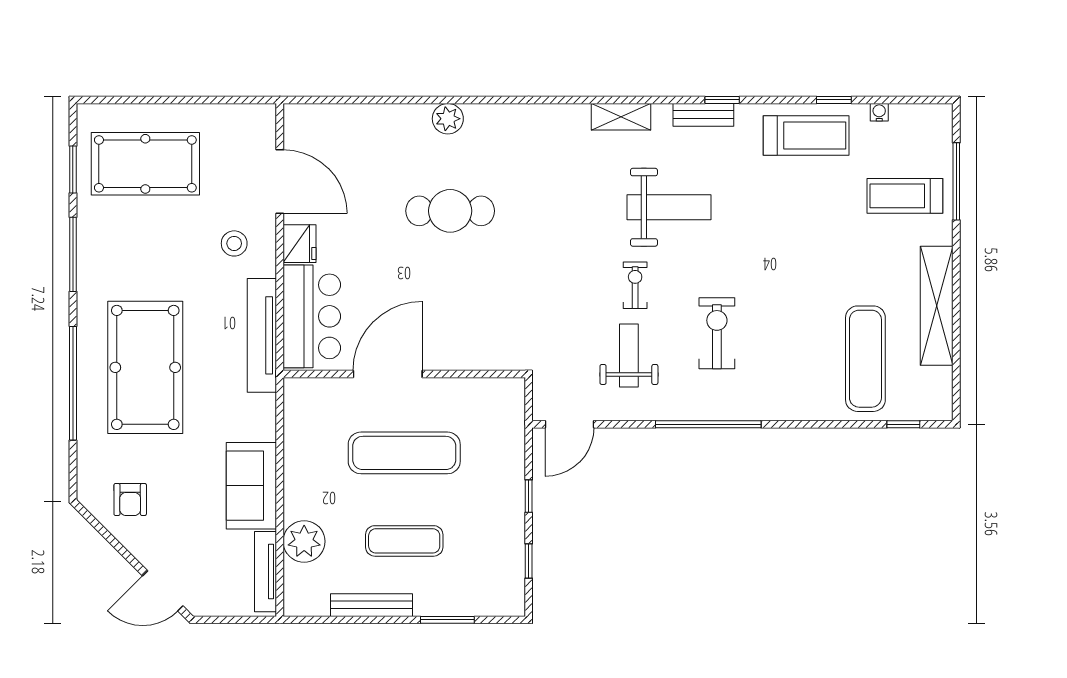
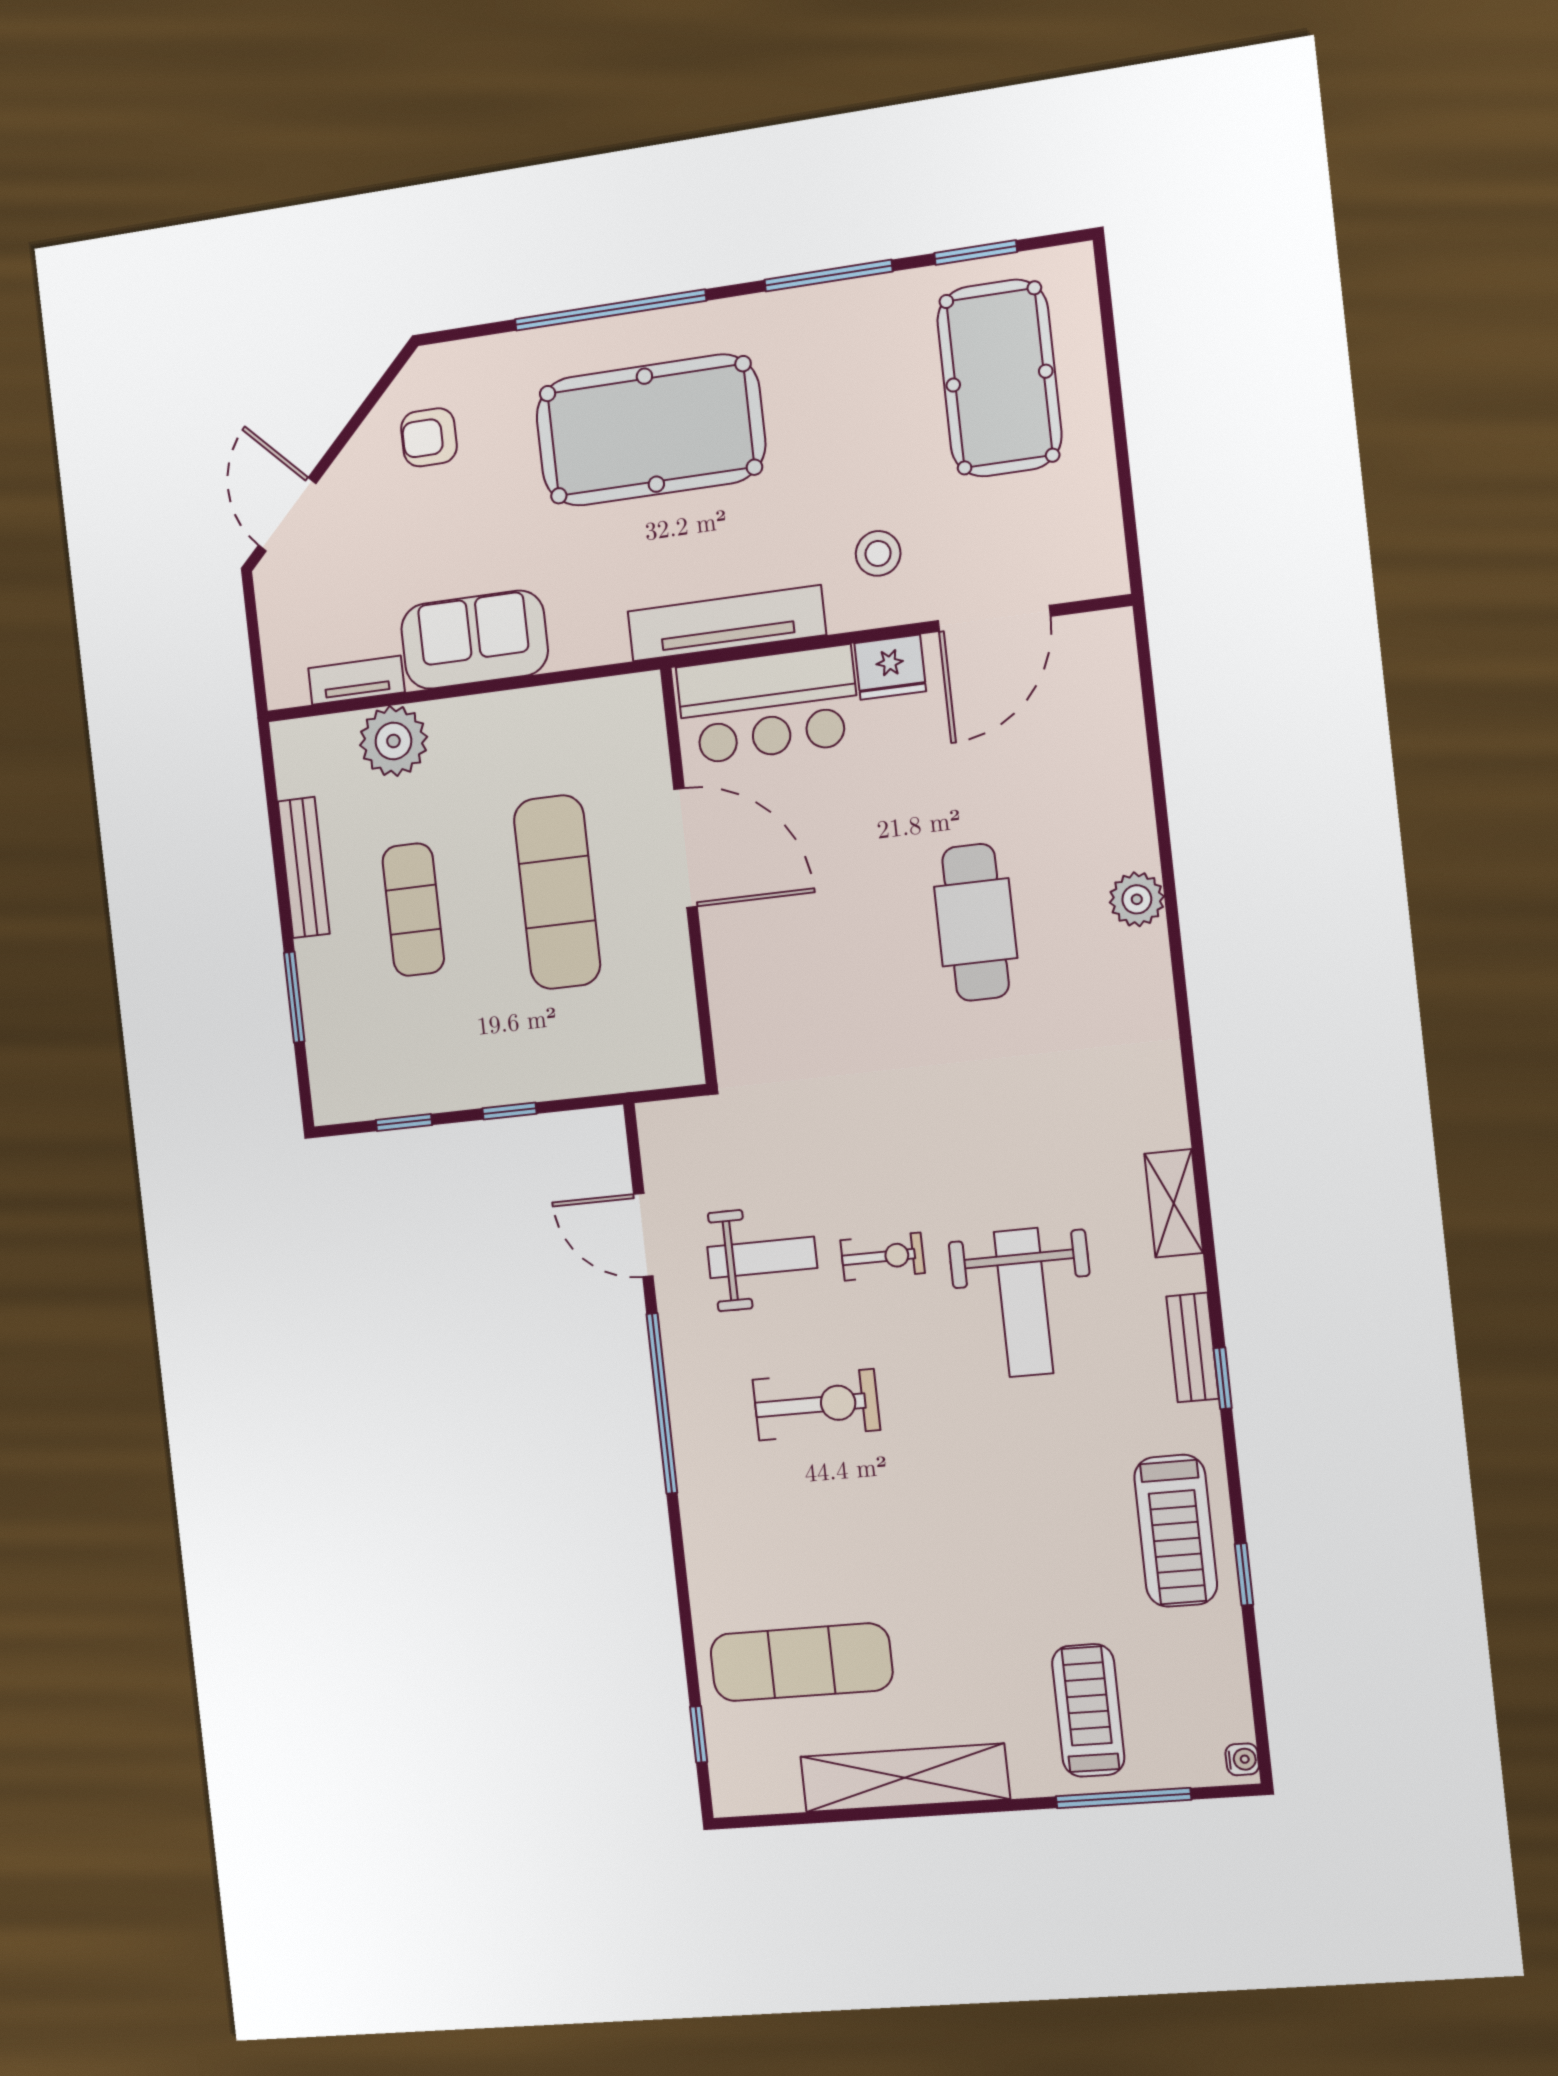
water cooler: (879, 112) -> (1242, 1759), moved
door: (569, 424) -> (643, 1235), moved
tv unit: (266, 572) -> (356, 680), width x0.71

